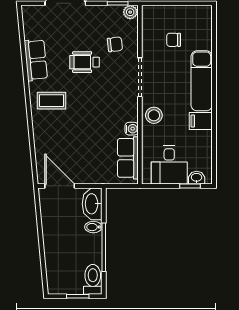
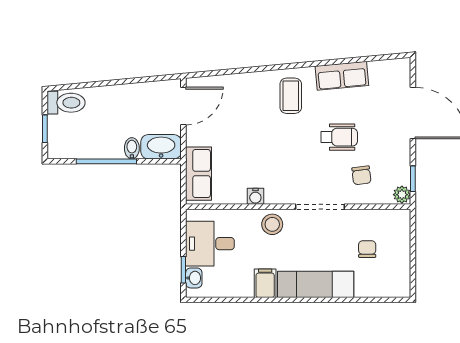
wheelchair: (84, 62) -> (339, 137), turned 90
row of seats: (128, 158) -> (199, 174), moved, turned 90
toilet: (93, 279) -> (66, 103), moved

